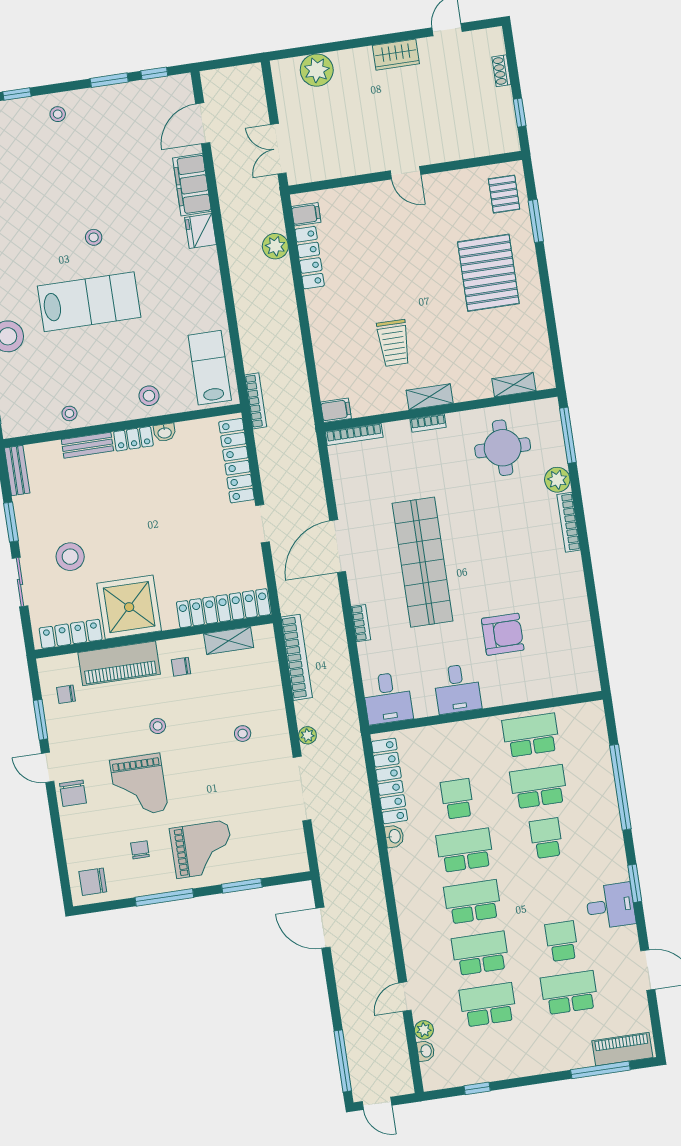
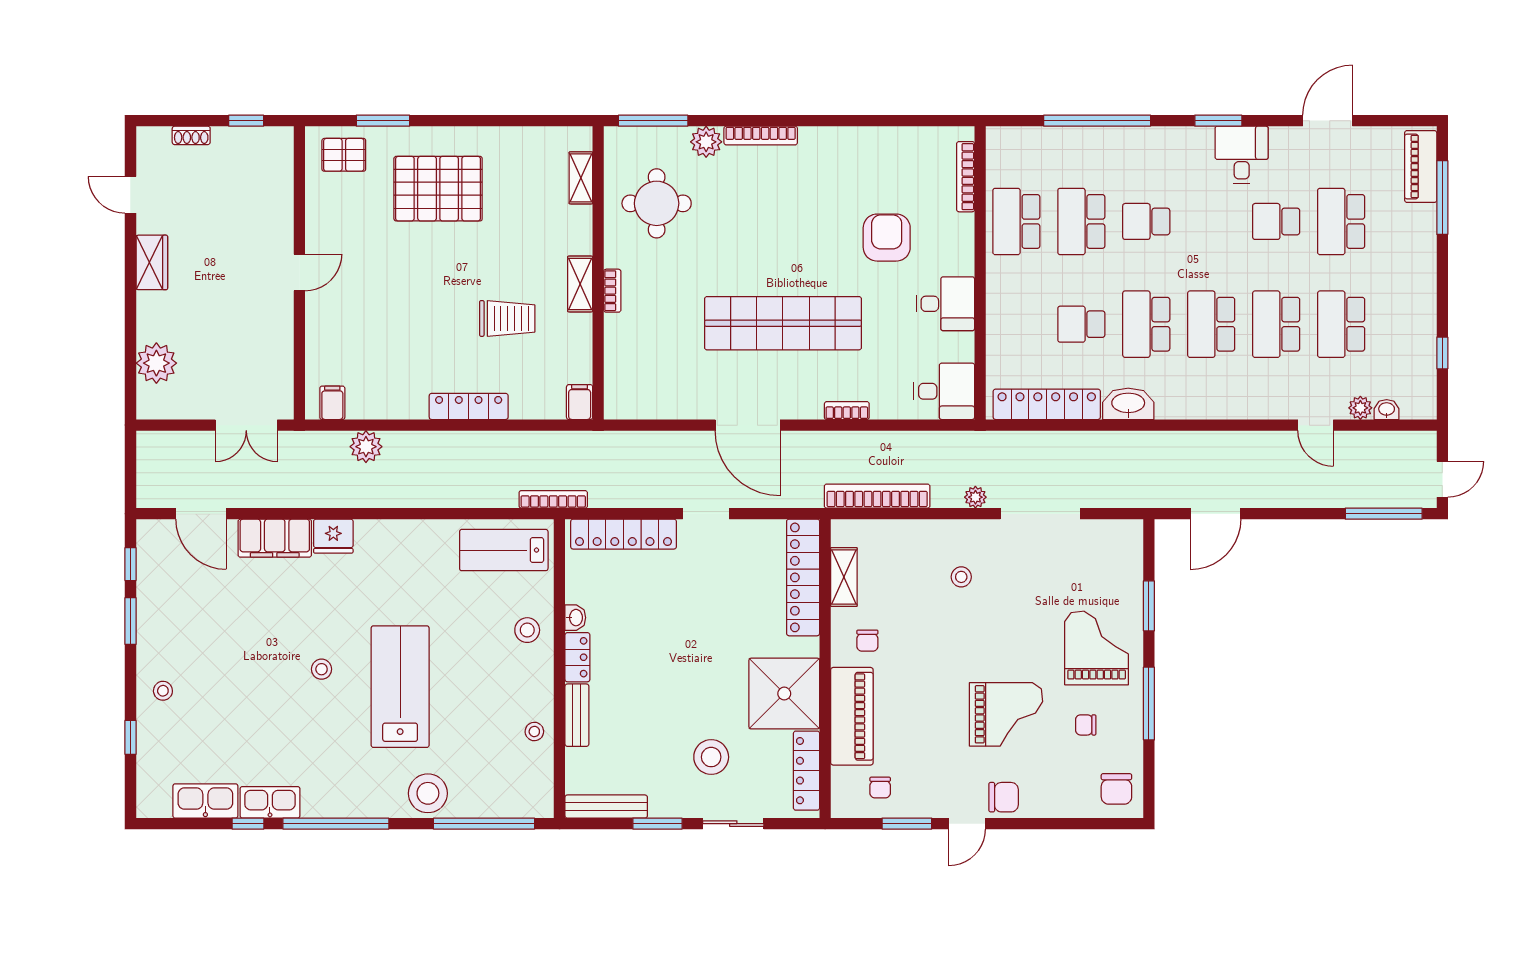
locker: (310, 258) -> (469, 406), moved
bookcase: (354, 434) -> (966, 177), moved, turned 180
bench: (17, 471) -> (606, 807), width x1.36
stool: (158, 726) -> (936, 680), removed
washbasin: (394, 836) -> (1128, 404), width x1.91, depth x1.45

